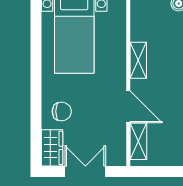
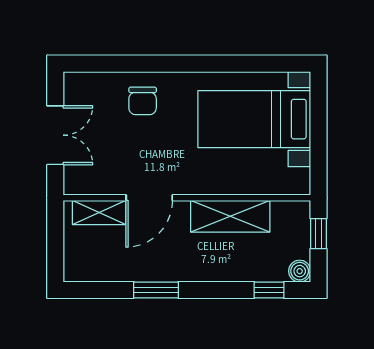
shelving: (138, 60) -> (230, 216), width x1.50, depth x1.33
wardrobe: (52, 148) -> (90, 87), removed

